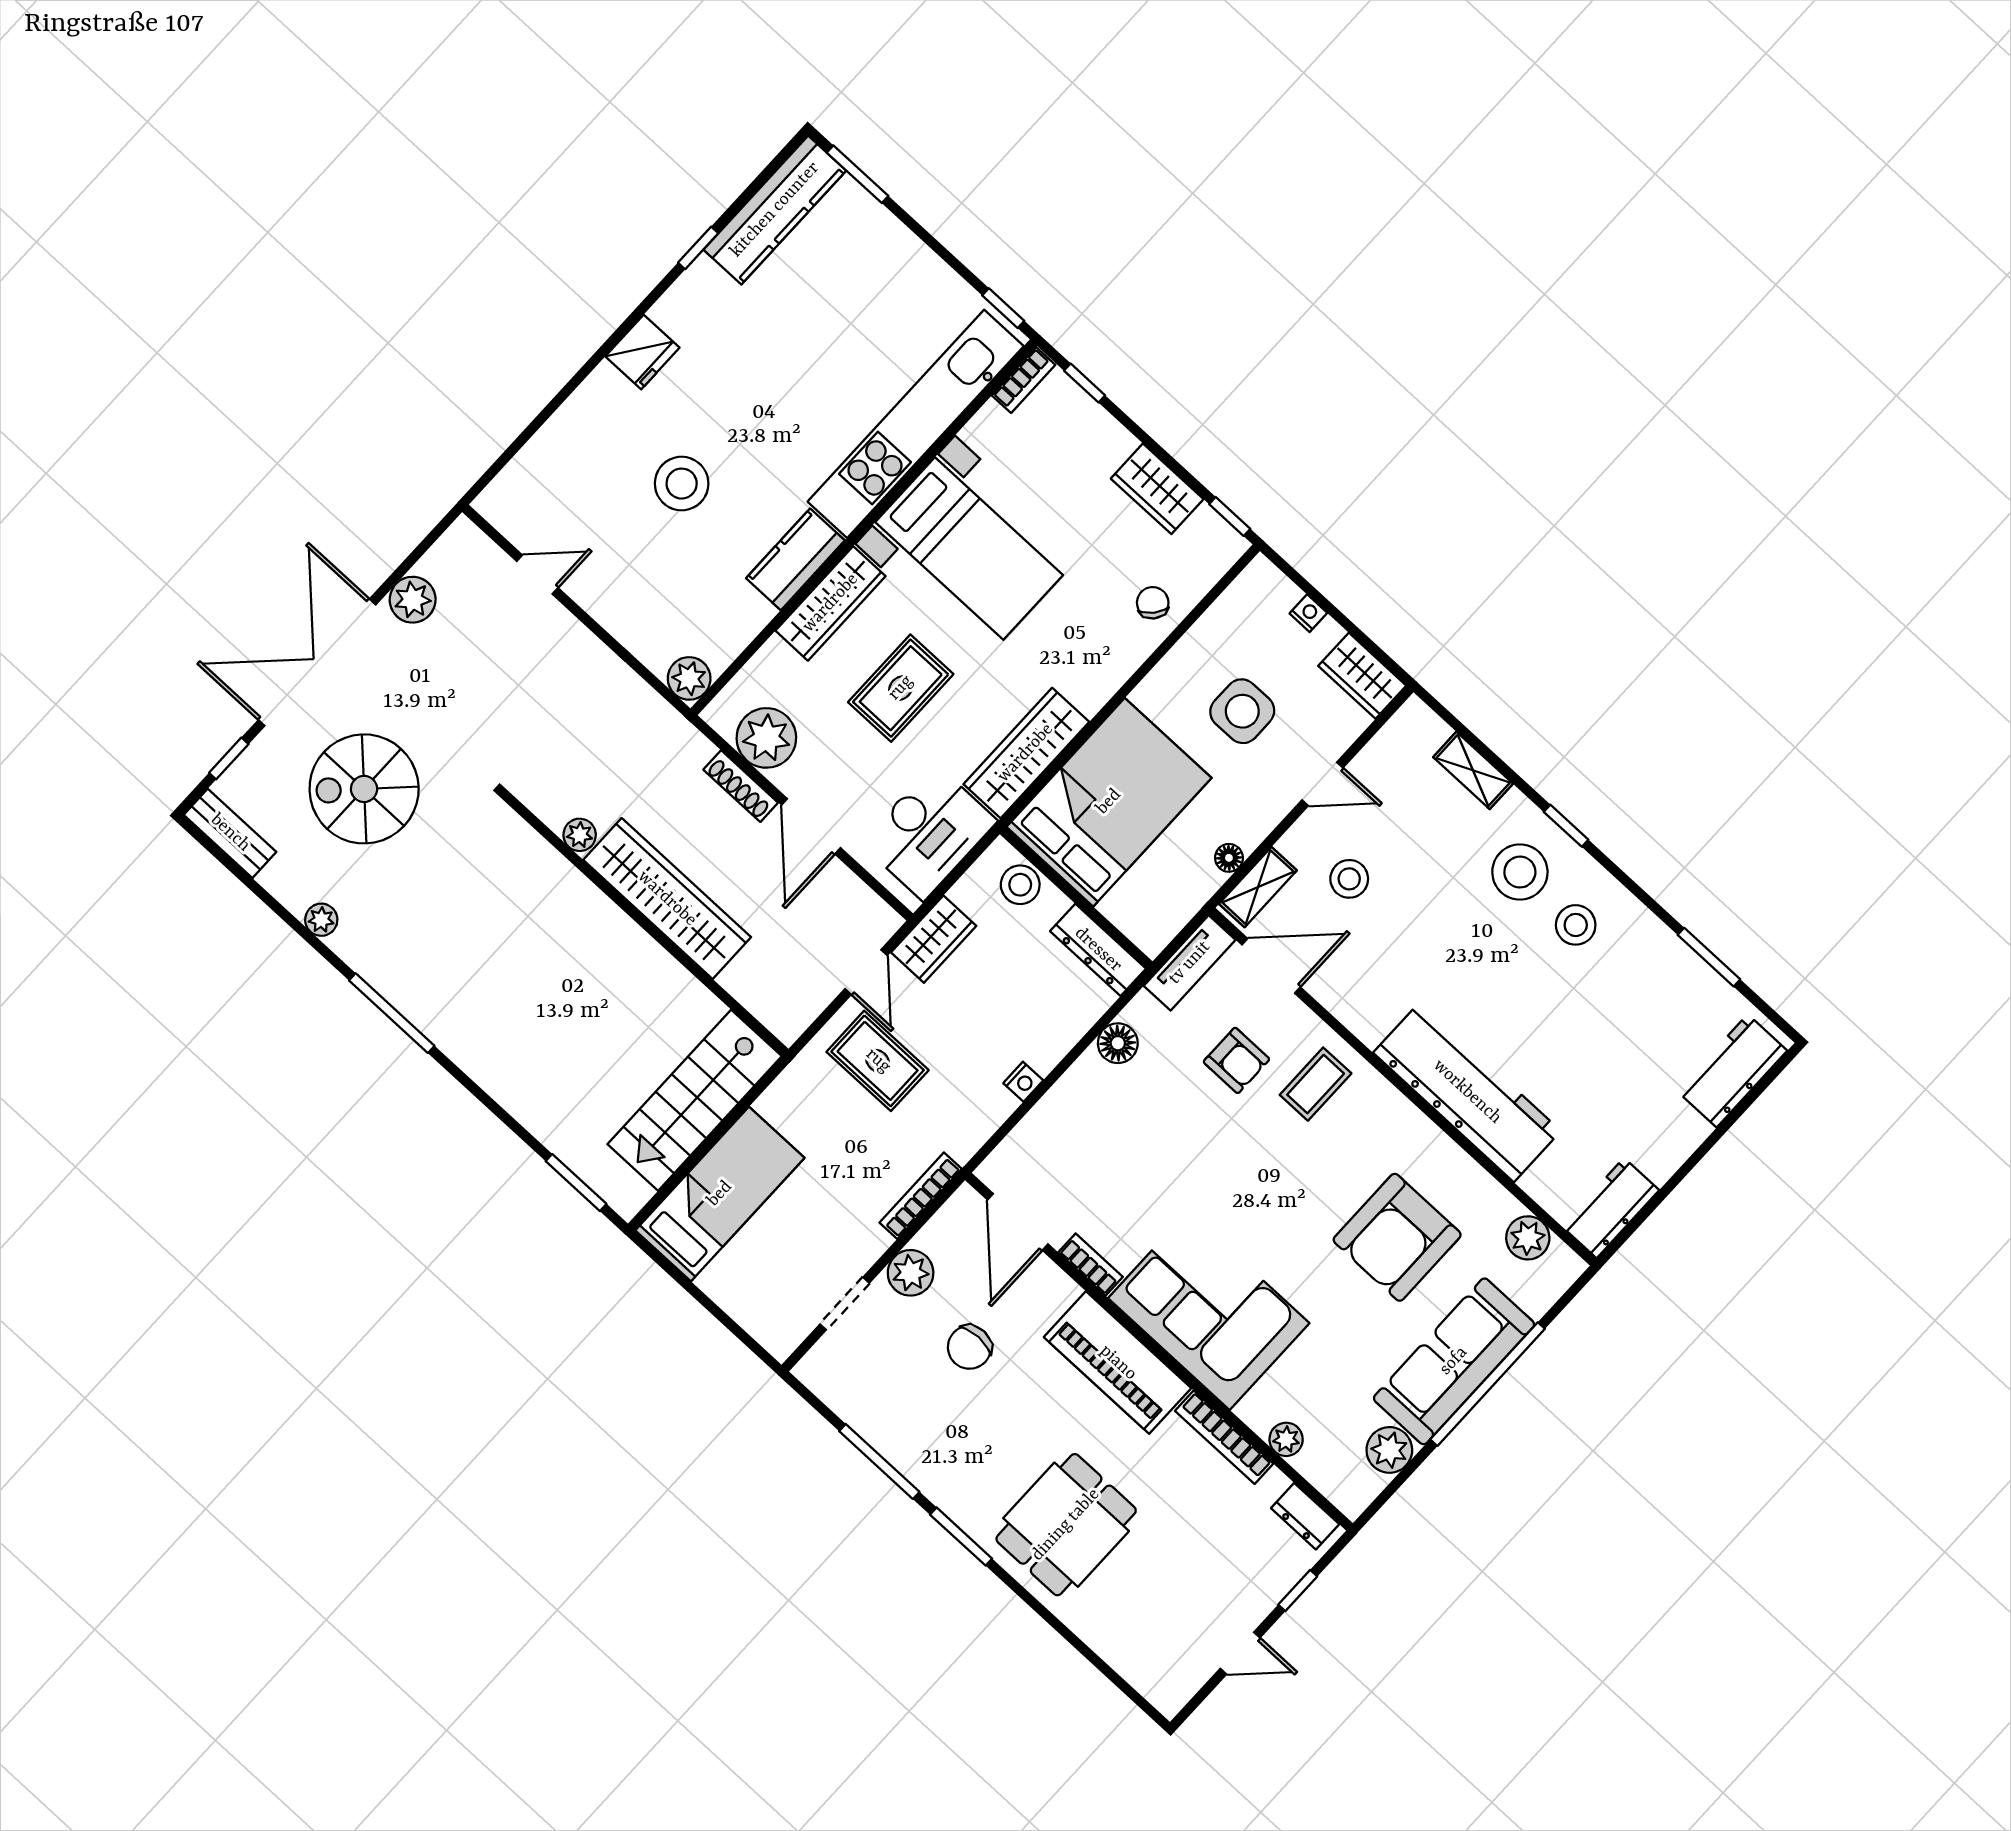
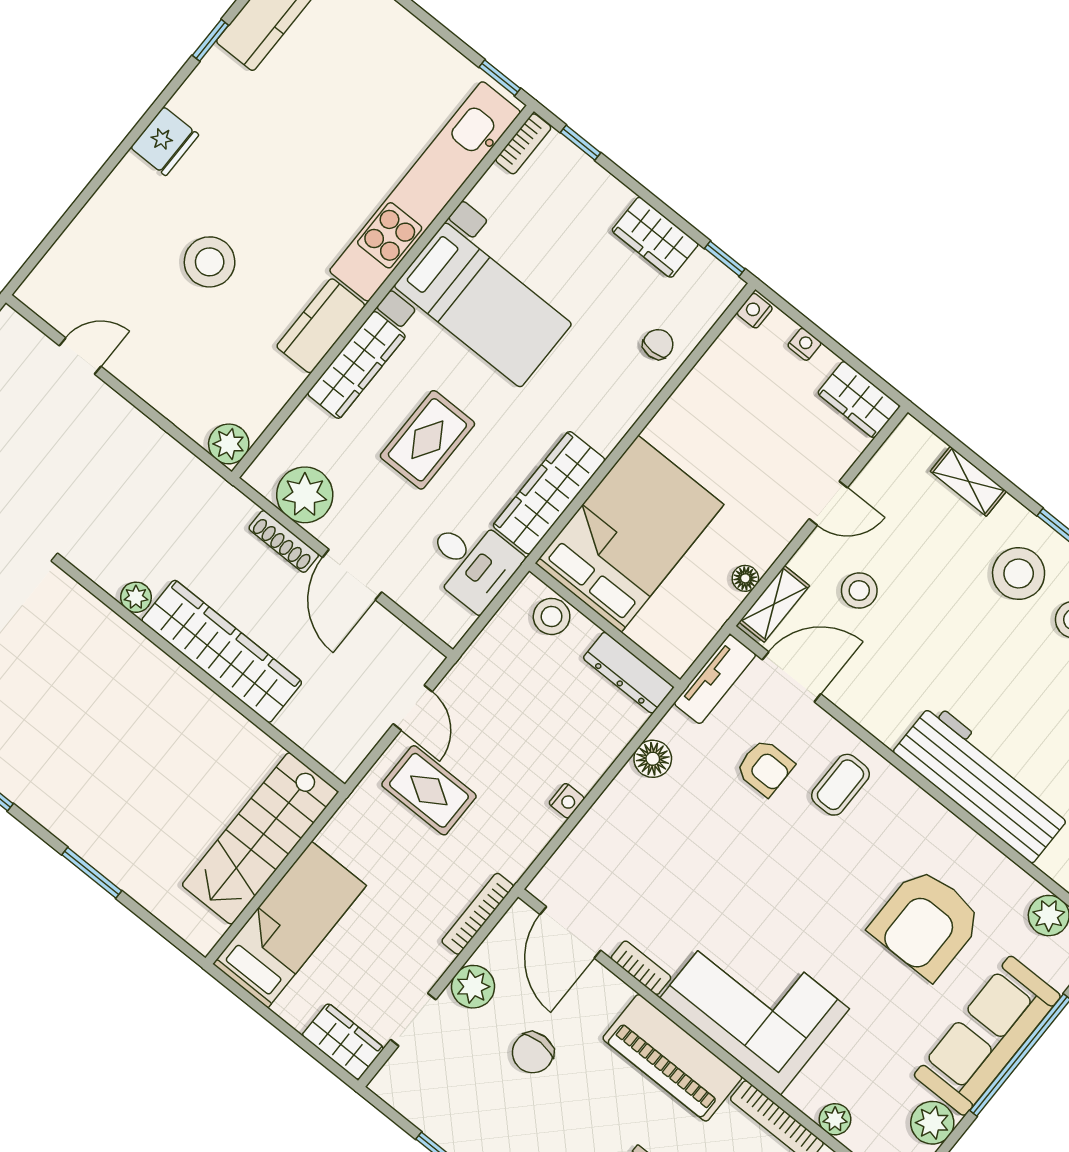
nightstand: (1258, 574) -> (755, 311), added
chair: (1153, 603) -> (658, 344), turned 49
side table: (1242, 711) -> (749, 440), removed
desk: (929, 832) -> (472, 562), width x0.73
wardrobe: (934, 939) -> (343, 1042), moved, turned -90
window: (576, 1183) -> (92, 873), moved

